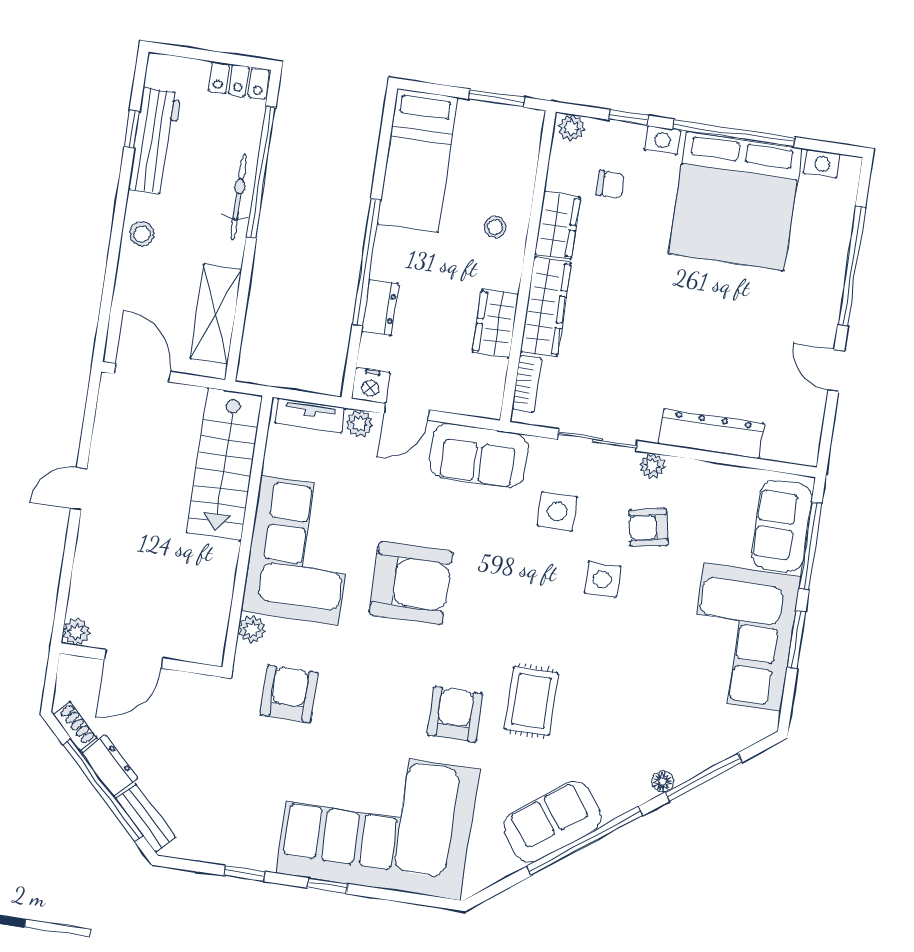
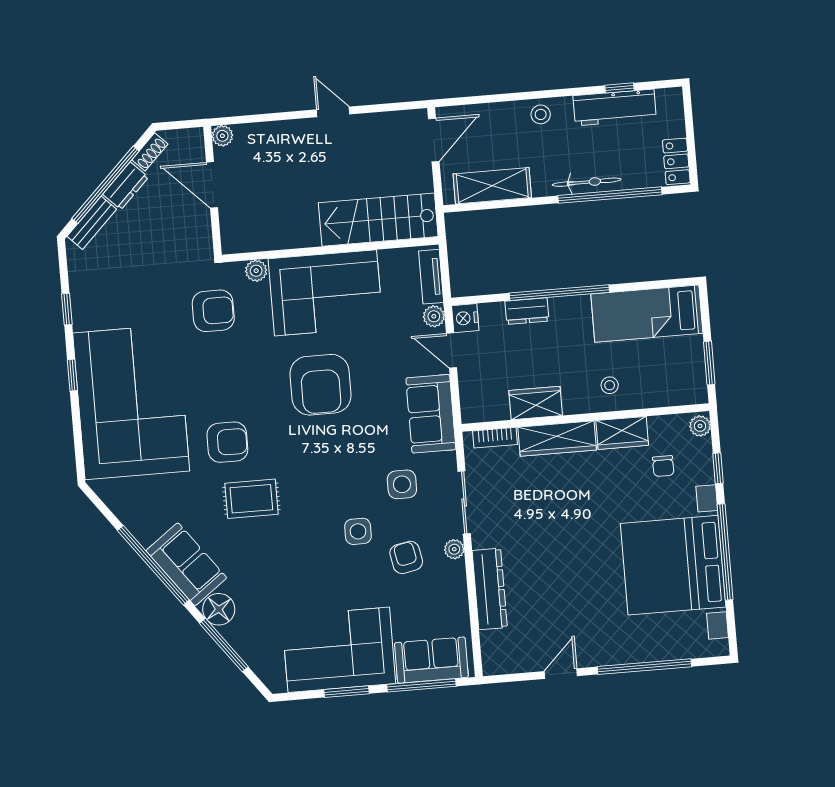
floor lamp: (663, 782) -> (219, 609), width x1.89, depth x1.89
sofa: (552, 822) -> (186, 564), moved

